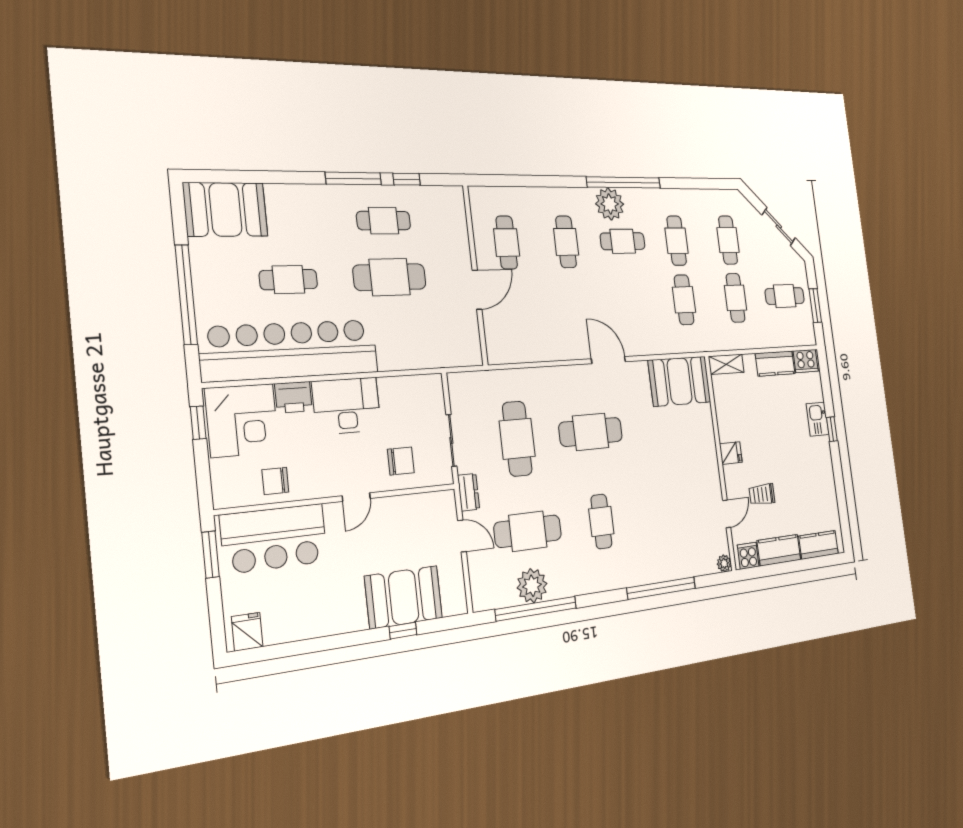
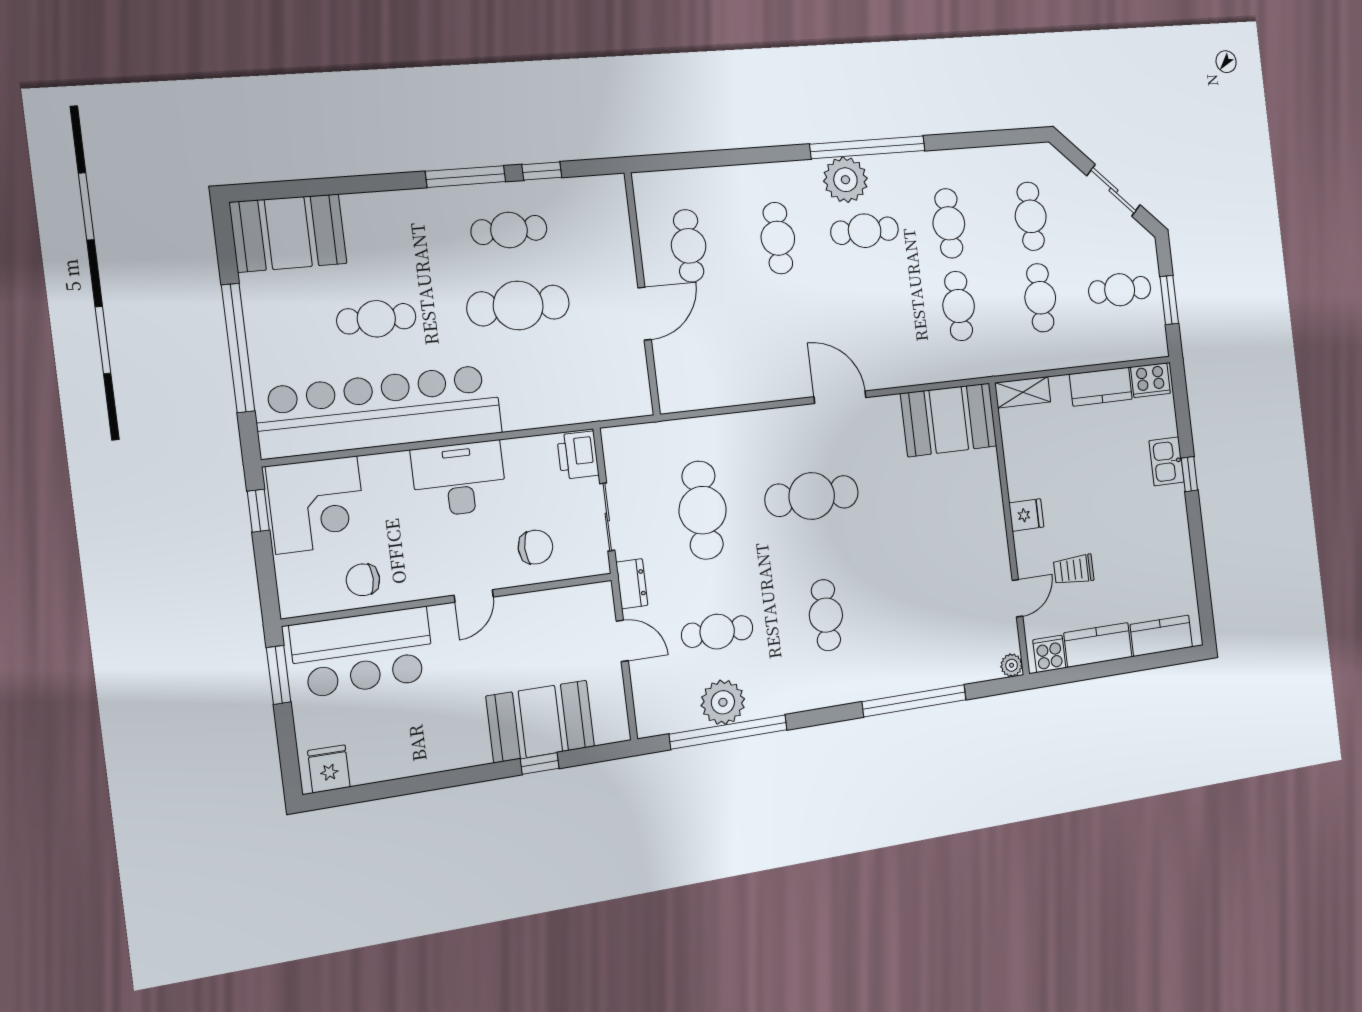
printer: (293, 397) -> (578, 455), moved, turned 90
cafe table: (528, 531) -> (717, 632), width x0.73, depth x0.74

